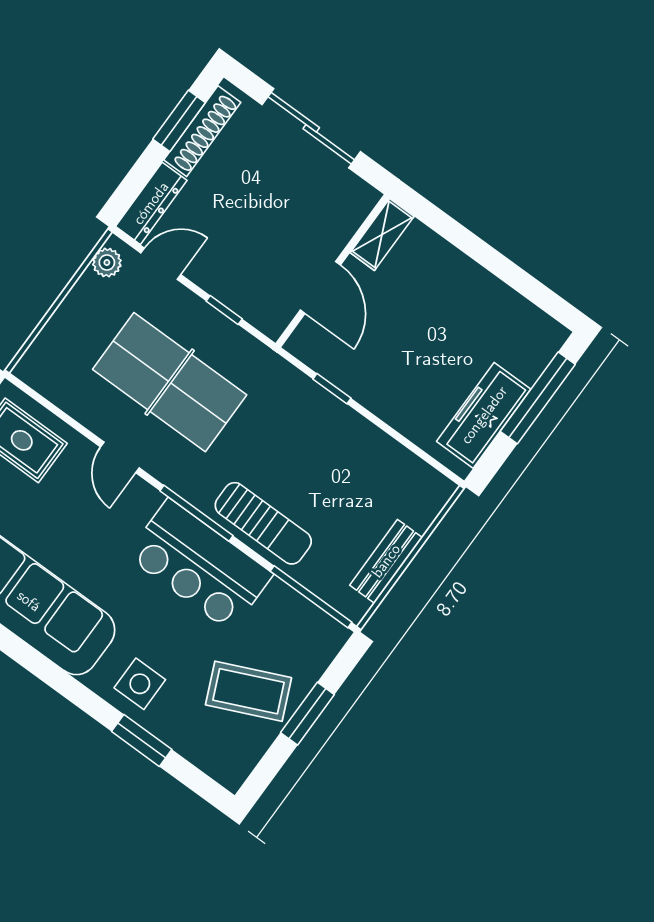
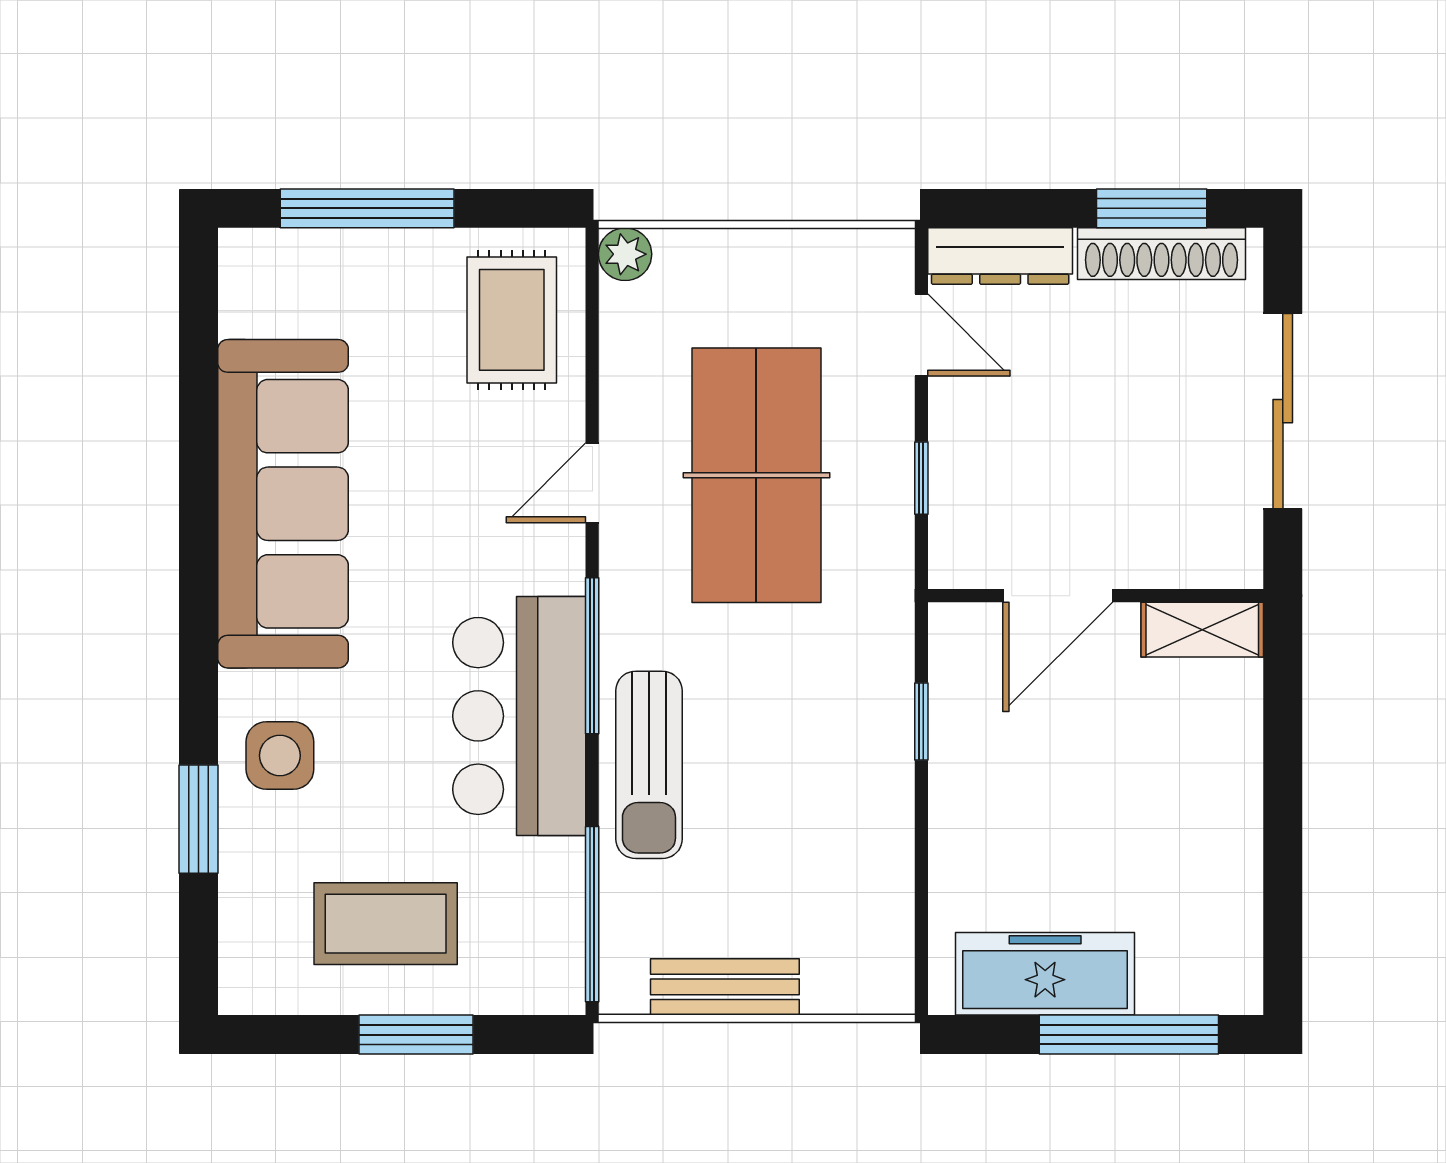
plant: (107, 262) -> (625, 254), moved
coffee table: (248, 691) -> (386, 924), turned -66

